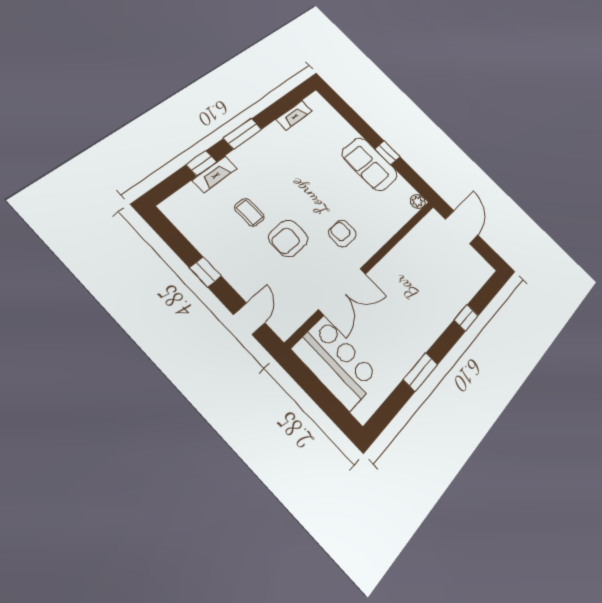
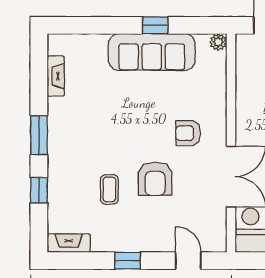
sofa: (370, 164) -> (152, 52), width x1.36
fireplace: (215, 174) -> (69, 243), moved, turned -90
coffee table: (249, 212) -> (109, 189), turned 90

